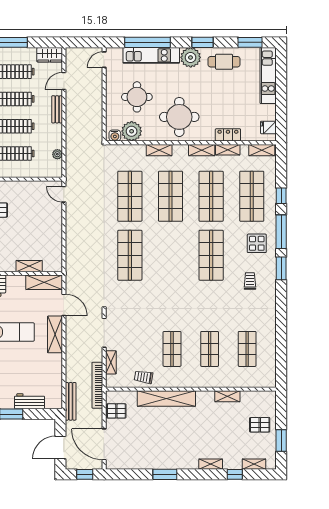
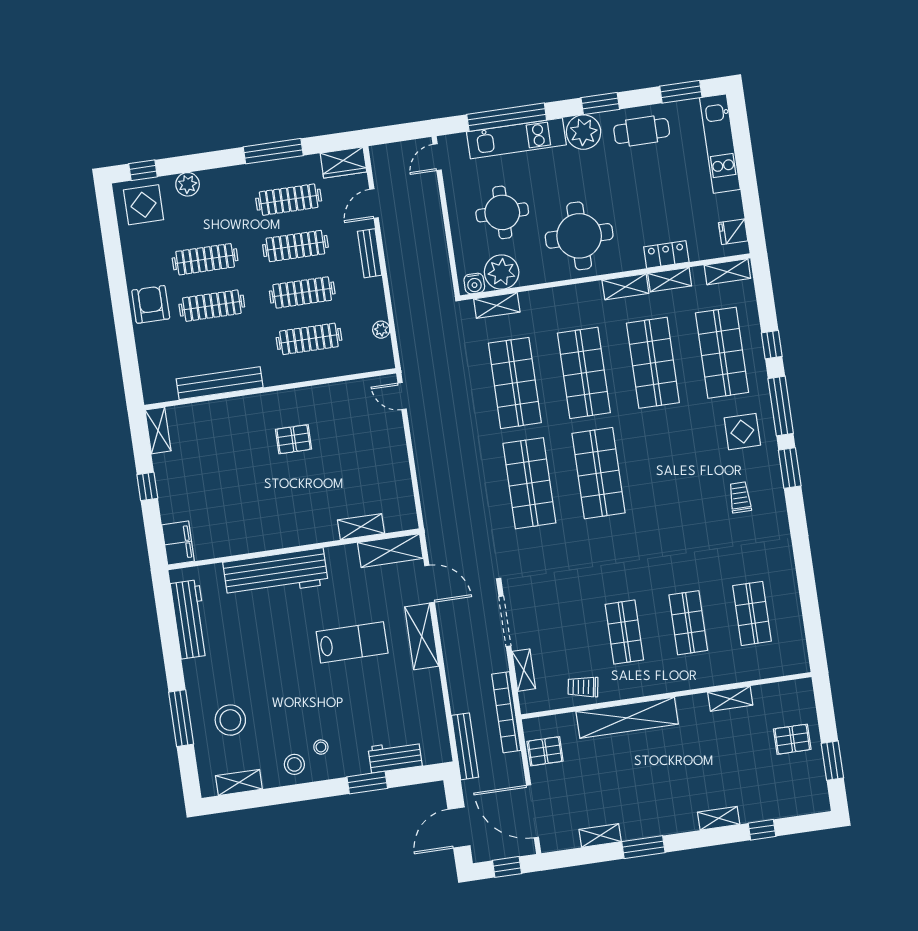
shelving: (159, 150) -> (497, 305), moved
shop shelf: (211, 255) -> (598, 473), moved
shelving: (254, 464) -> (600, 835), moved

